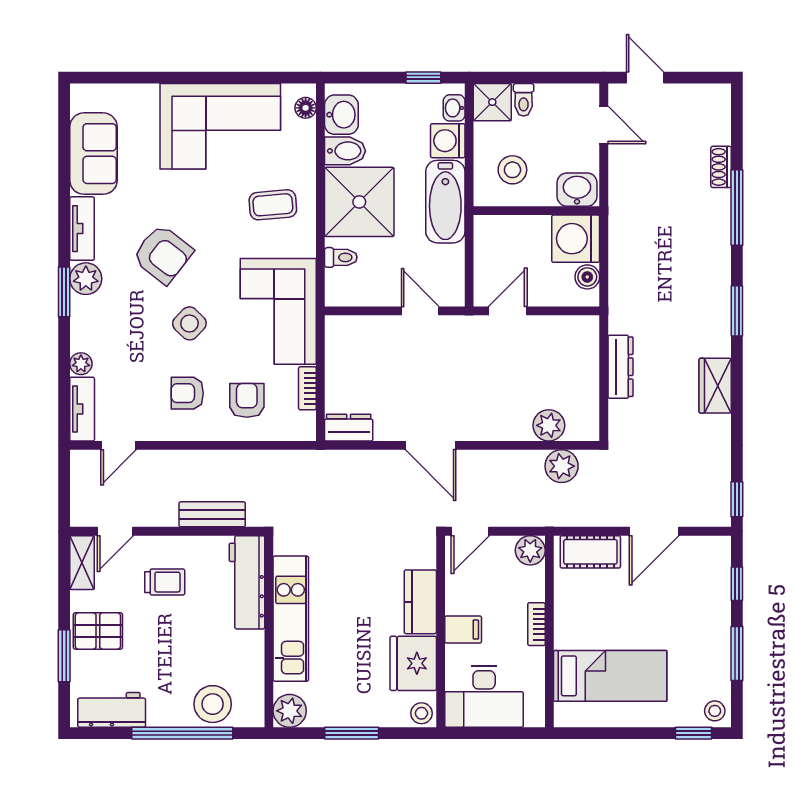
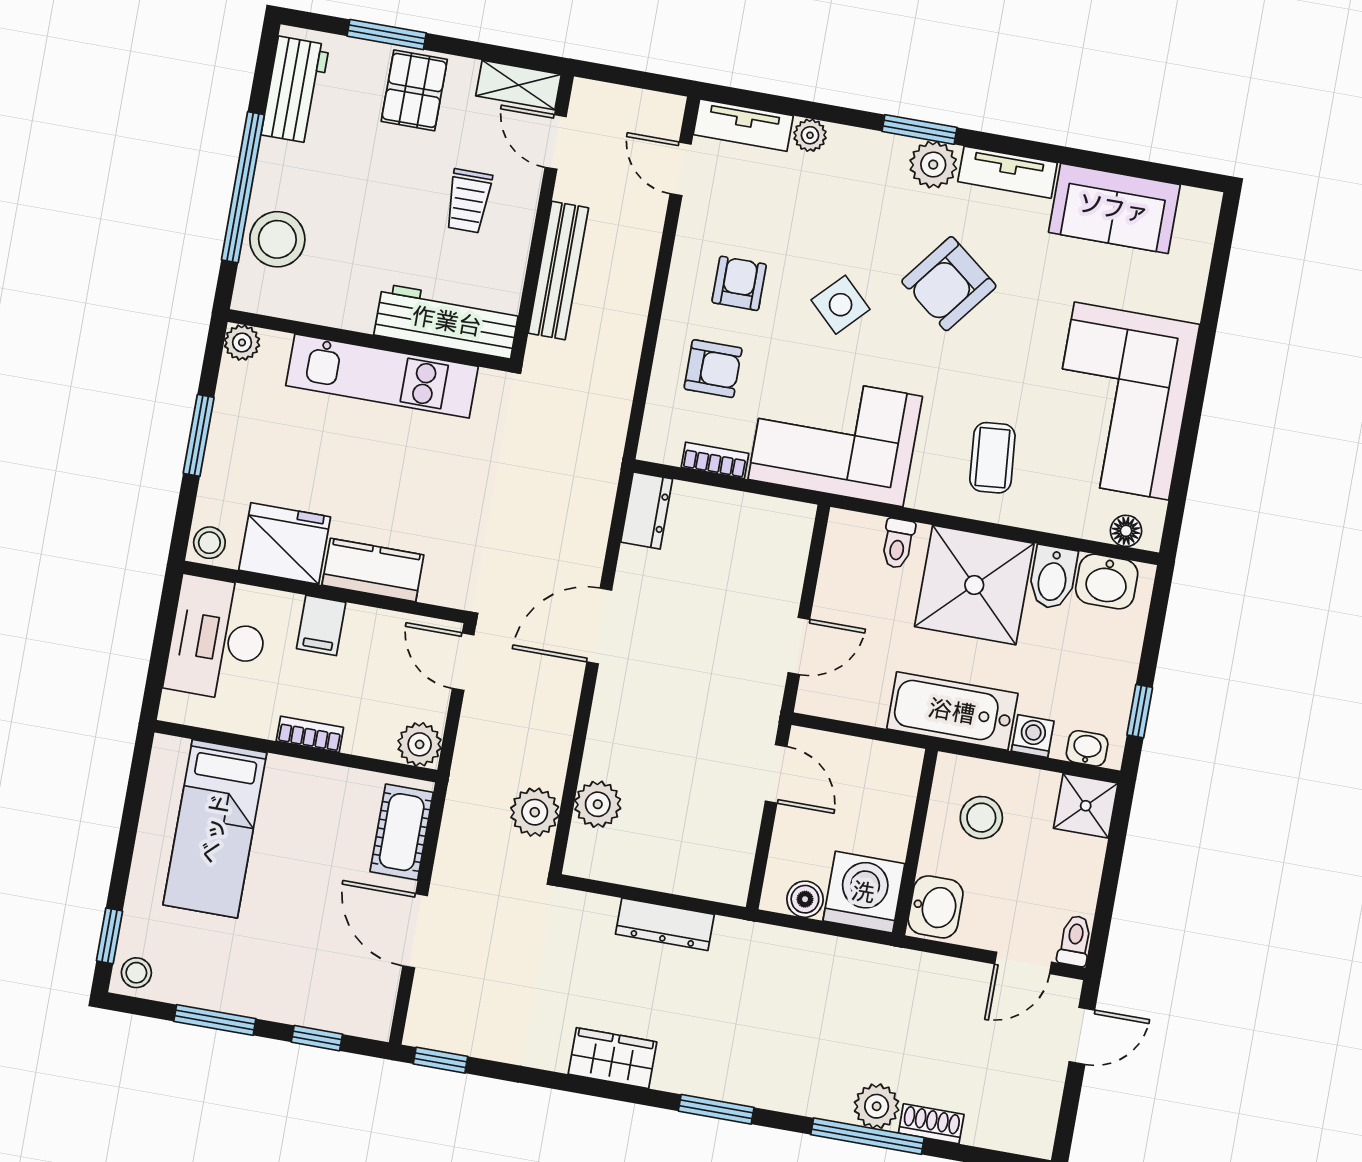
toilet: (524, 100) -> (1075, 941), moved, turned 90
washing machine: (448, 141) -> (1033, 736), width x0.73, depth x0.73
plant: (716, 205) -> (877, 1106), added
bench: (212, 514) -> (558, 271), width x1.36
plant: (290, 711) -> (242, 343), width x0.73, depth x0.73

